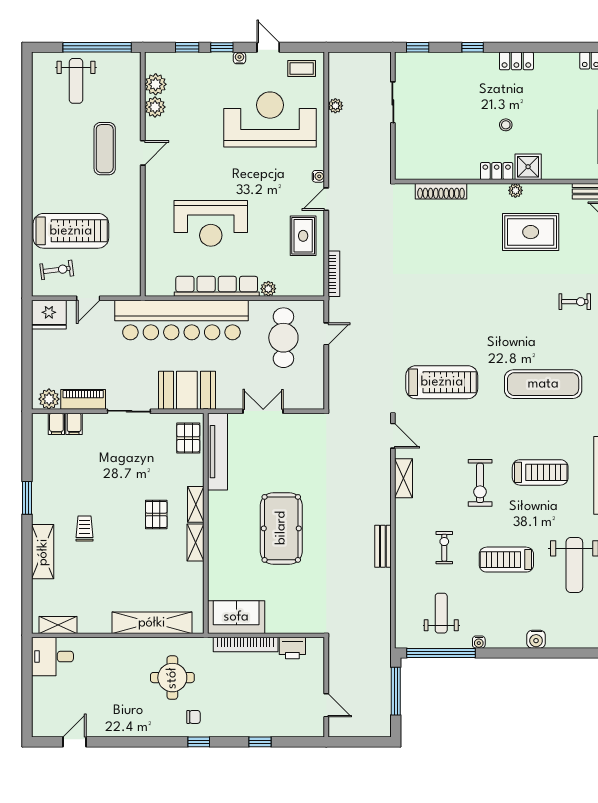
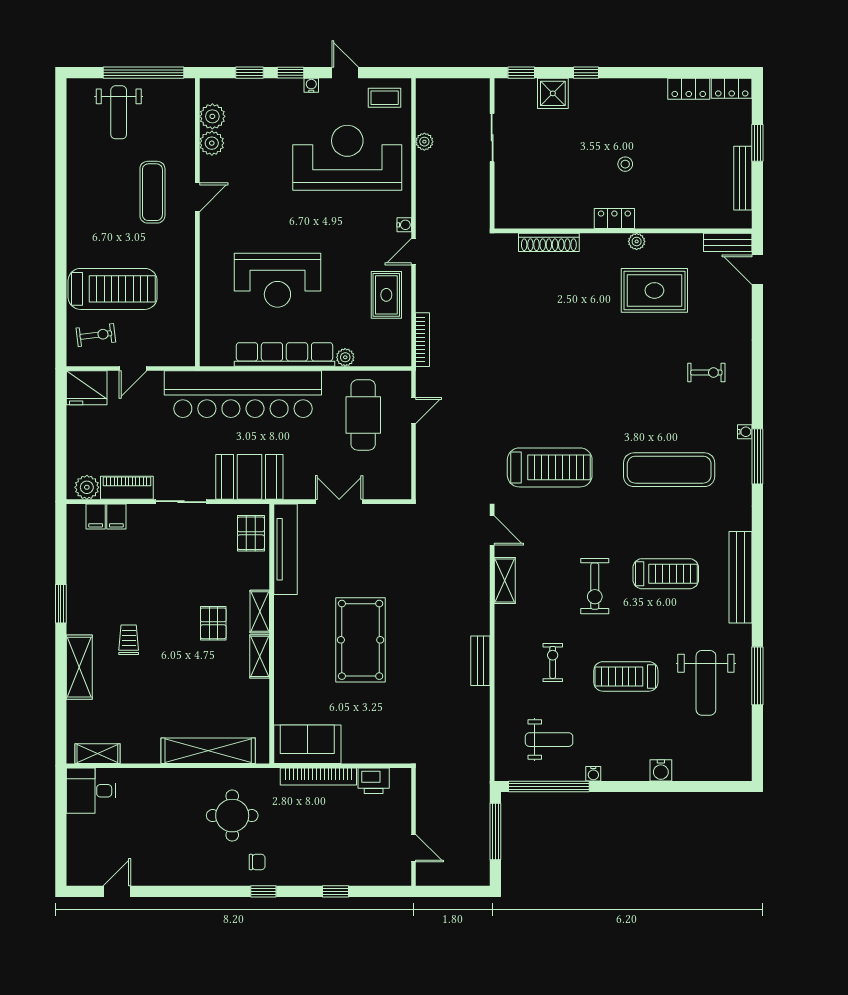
locker: (516, 61) -> (689, 89), moved
shower: (528, 167) -> (553, 93), moved
weight bench: (441, 613) -> (549, 740), turned 90

